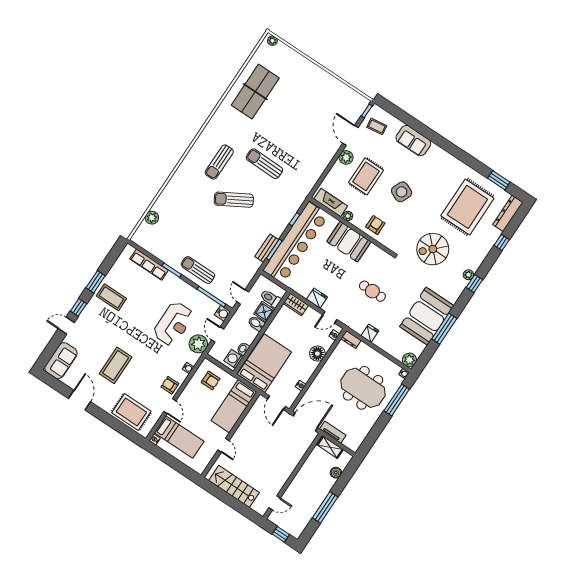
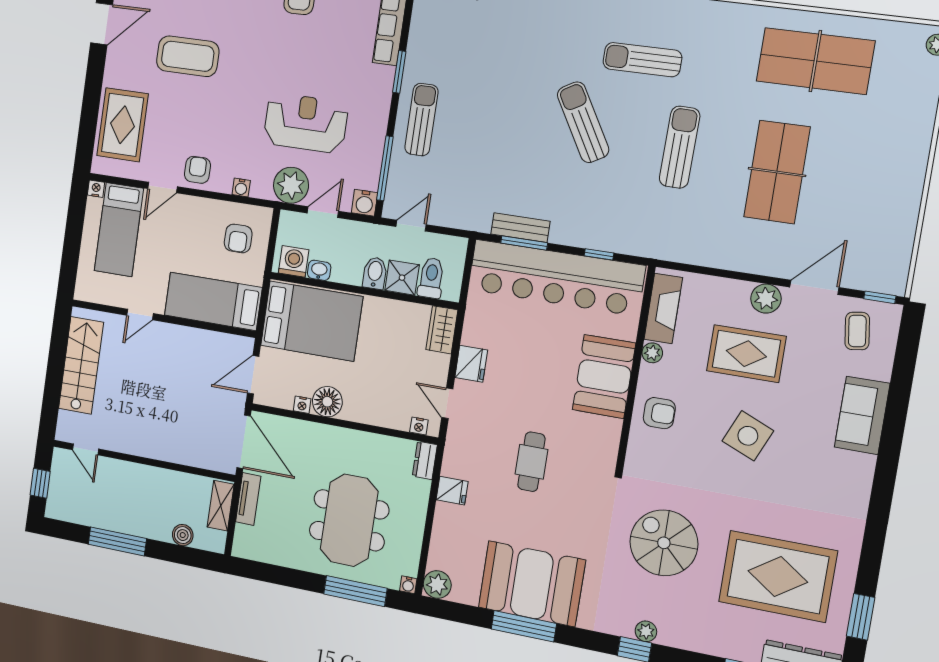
table tennis table: (294, 128) -> (777, 172), added
reception desk: (173, 324) -> (306, 123), turned 180
floor lamp: (317, 354) -> (327, 402), moved

